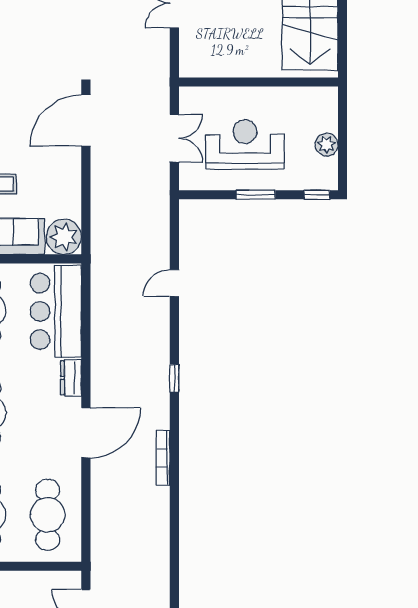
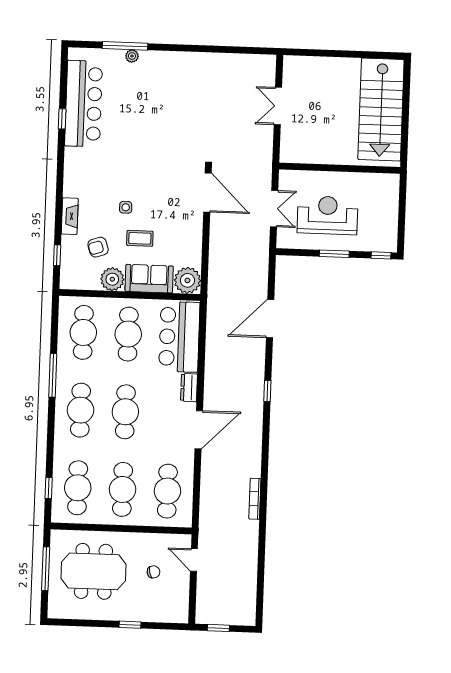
door: (86, 120) -> (207, 193), swing flipped
plant: (327, 145) -> (390, 218), removed
door: (174, 283) -> (270, 319), width x1.88
bookcase: (163, 458) -> (255, 499), moved

